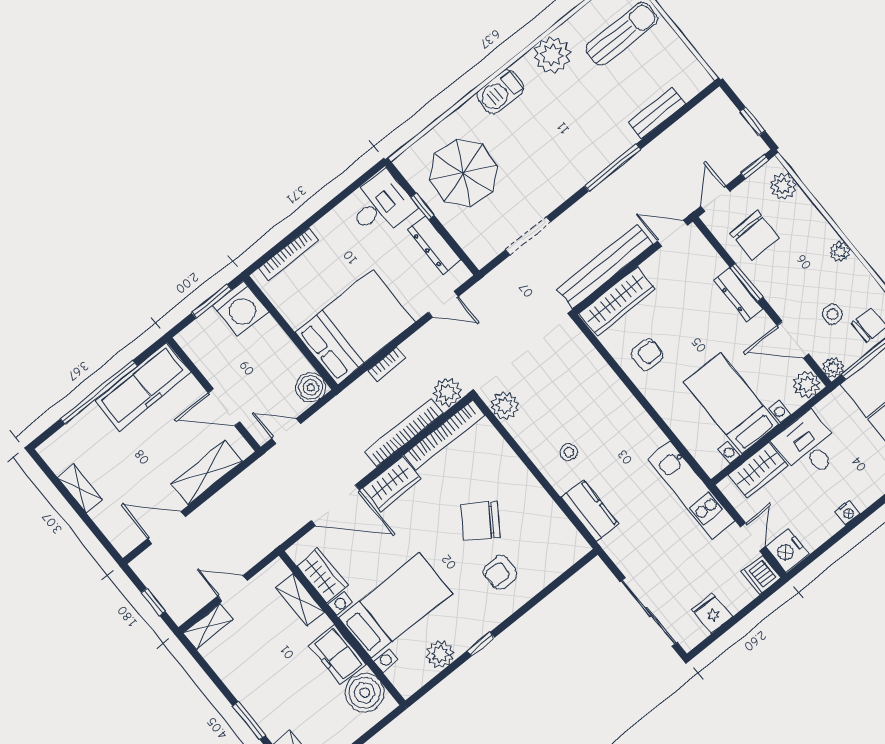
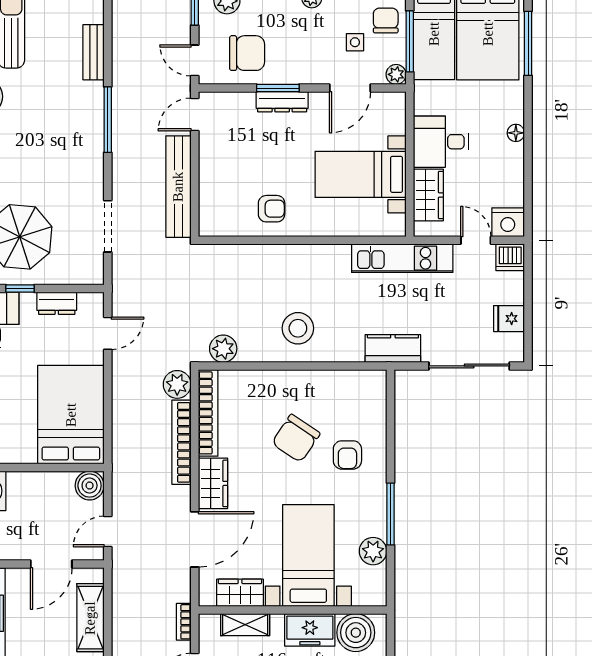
dresser: (434, 245) -> (57, 303), width x0.70
wardrobe: (617, 301) -> (213, 199), removed
armchair: (647, 355) -> (272, 209), turned 90
bookcase: (387, 364) -> (184, 622), moved, turned 180
plant: (807, 384) -> (393, 105), removed
stool: (569, 452) -> (298, 328), width x1.89, depth x1.89
floor lamp: (863, 500) -> (516, 133), added
kitchen counter: (590, 511) -> (393, 348), moved
nightstand: (848, 512) -> (516, 153), removed
window: (481, 644) -> (390, 514), width x2.17

